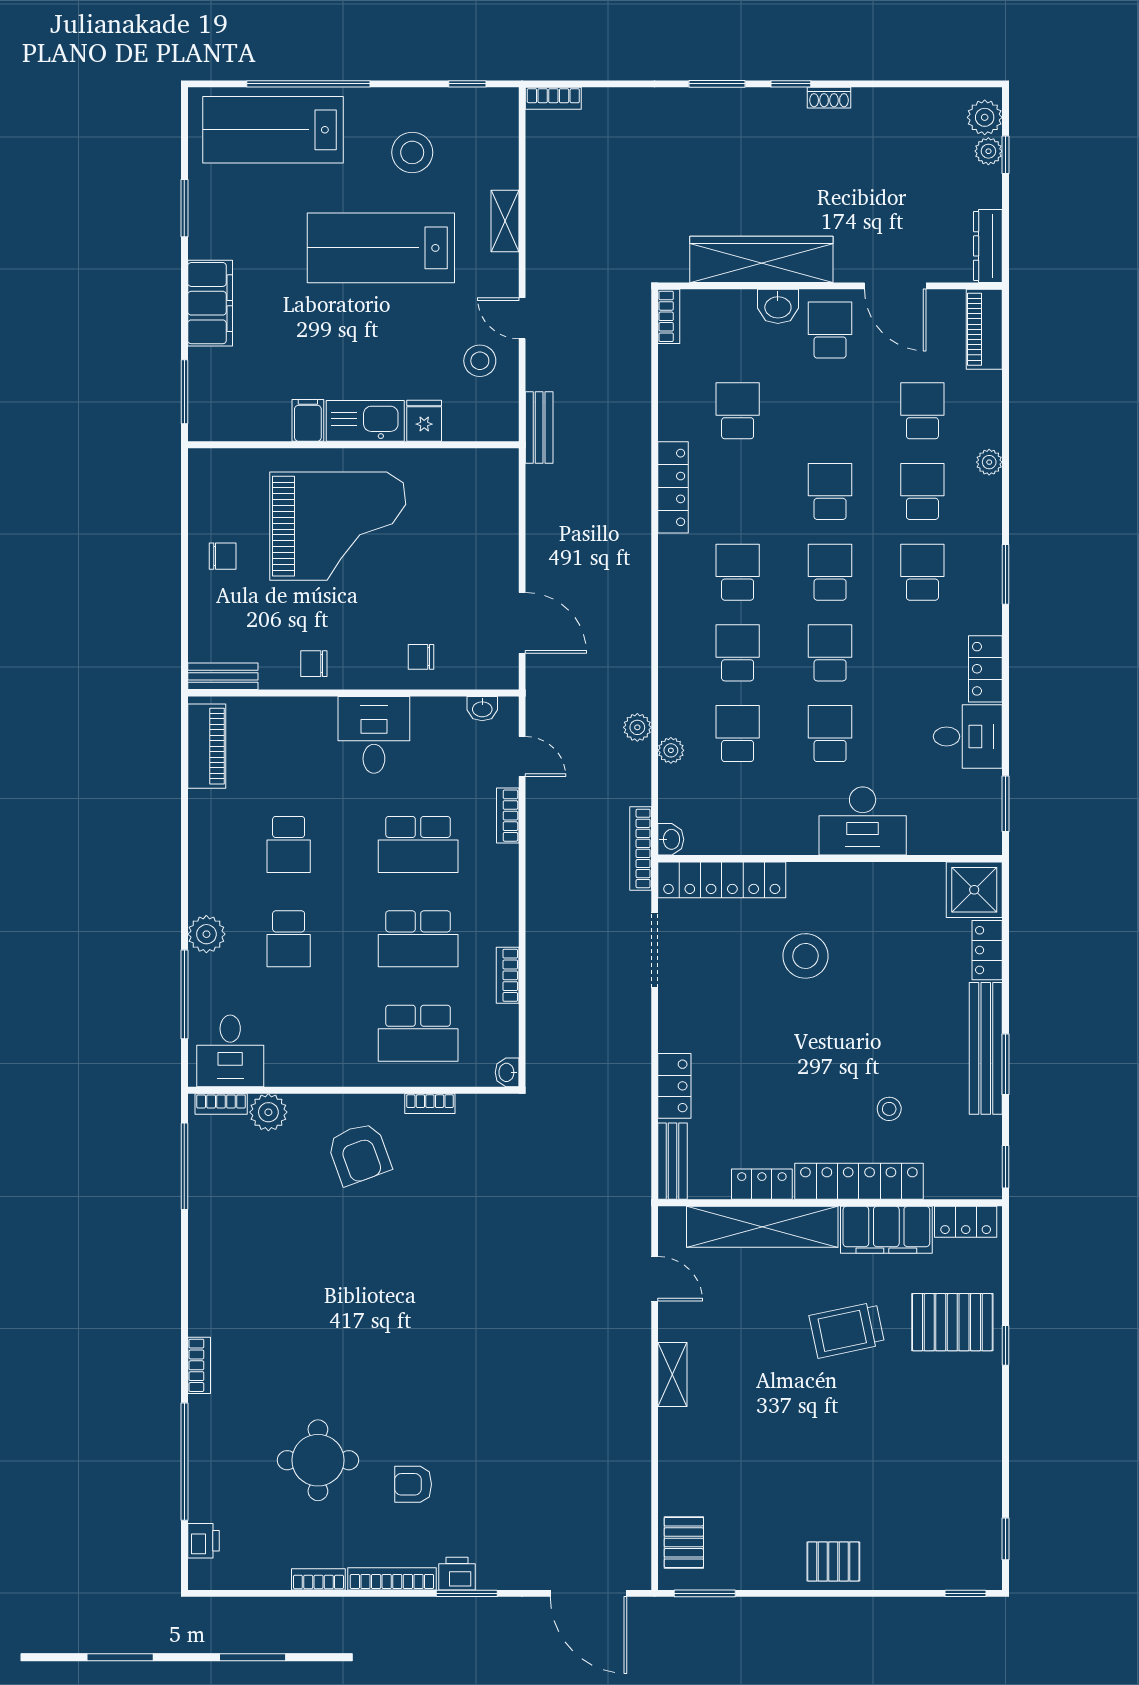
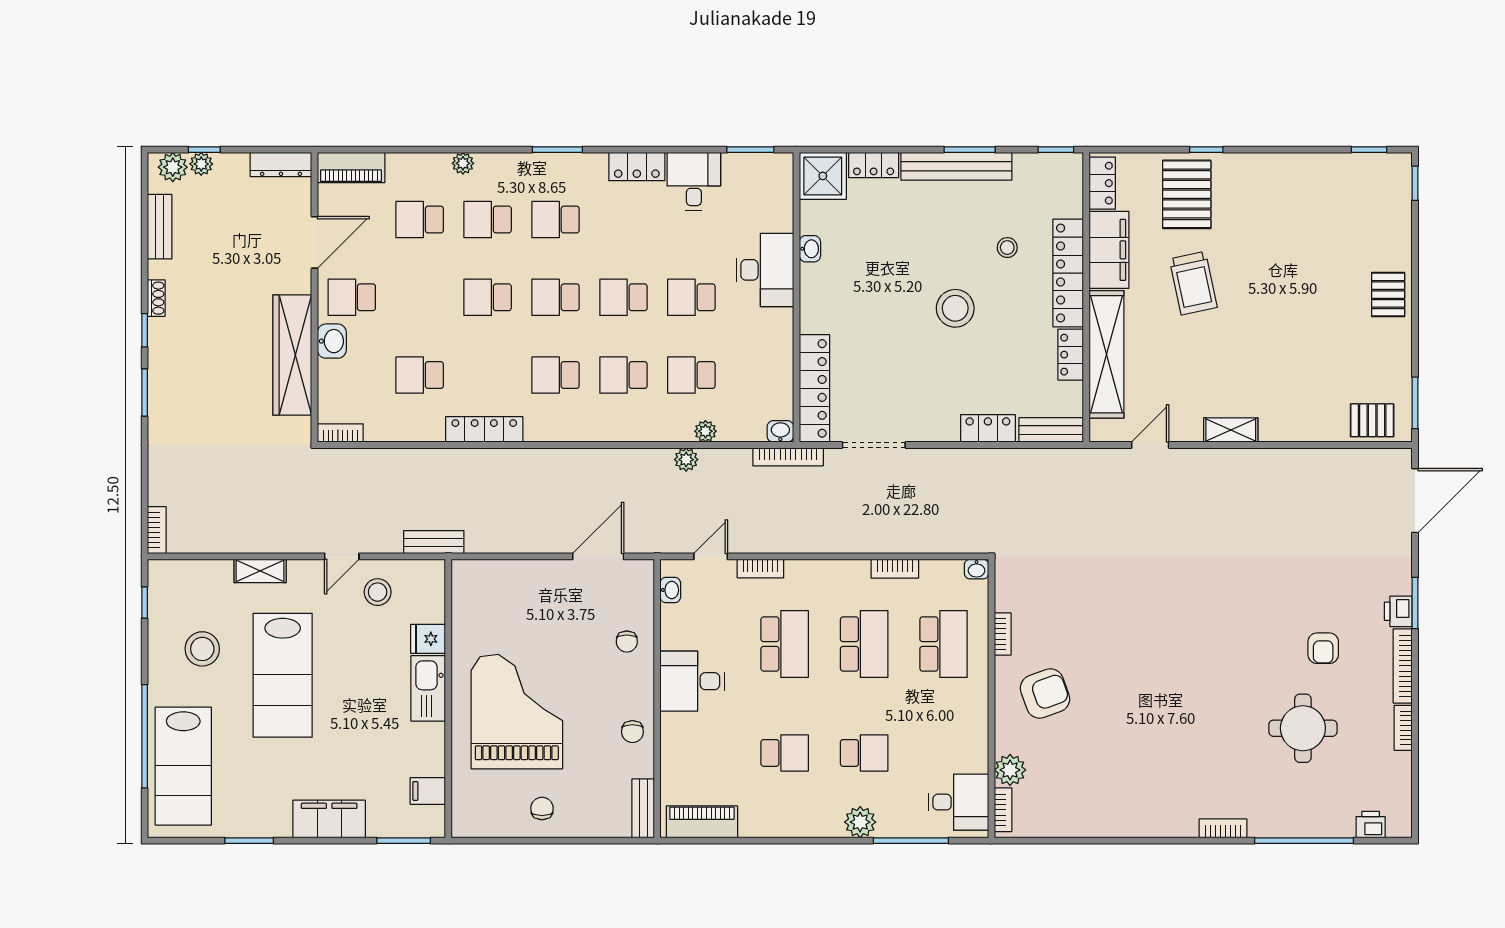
bench: (914, 102) -> (160, 227), added
filing cabinet: (308, 420) -> (428, 791), moved
washbasin: (888, 874) -> (810, 249), added
stool: (806, 956) -> (955, 308), moved
window: (184, 1166) -> (1056, 841), removed

